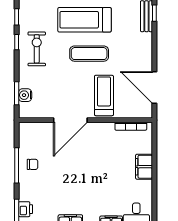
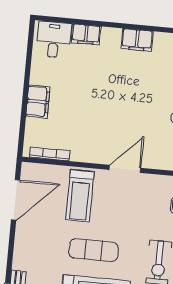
door: (154, 87) -> (15, 200), hinge flipped
door: (70, 120) -> (125, 169), width x0.73

